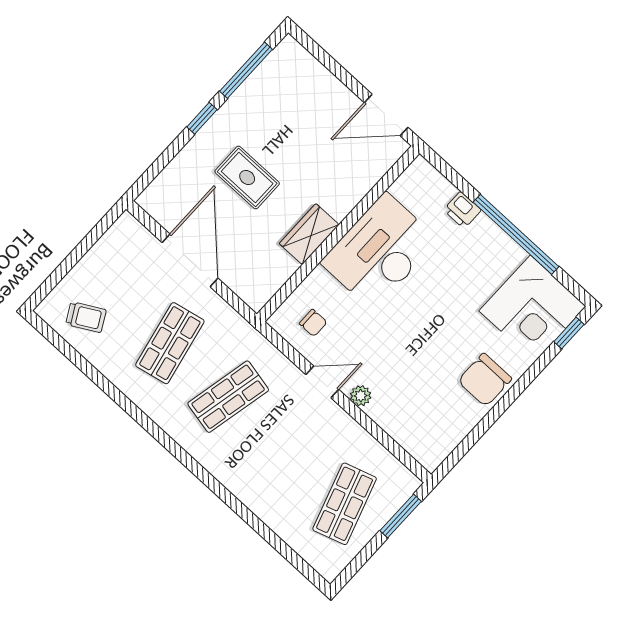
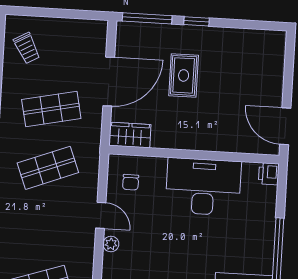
window: (246, 70) -> (147, 18), moved
printer: (462, 210) -> (269, 174), moved
wardrobe: (309, 234) -> (130, 135), moved
shop shelf: (228, 397) -> (48, 168), turned -33

